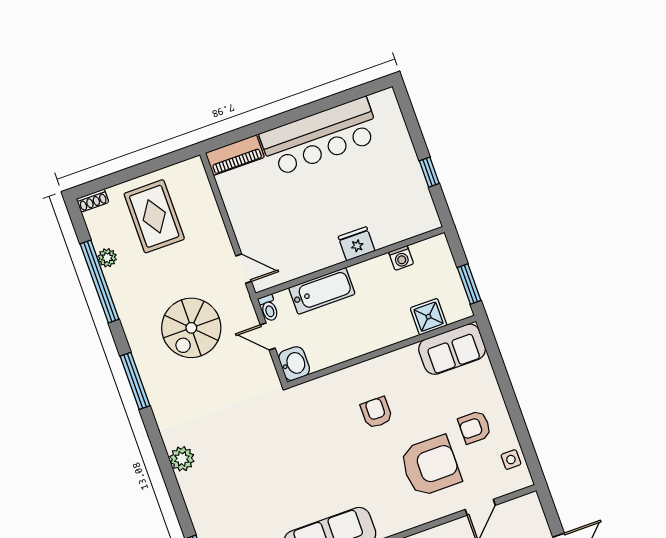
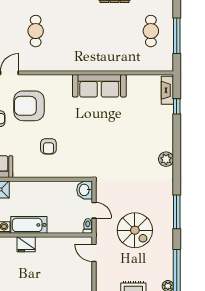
bathtub: (322, 291) -> (29, 225), moved
spiral stairs: (191, 328) -> (135, 230), turned 90

